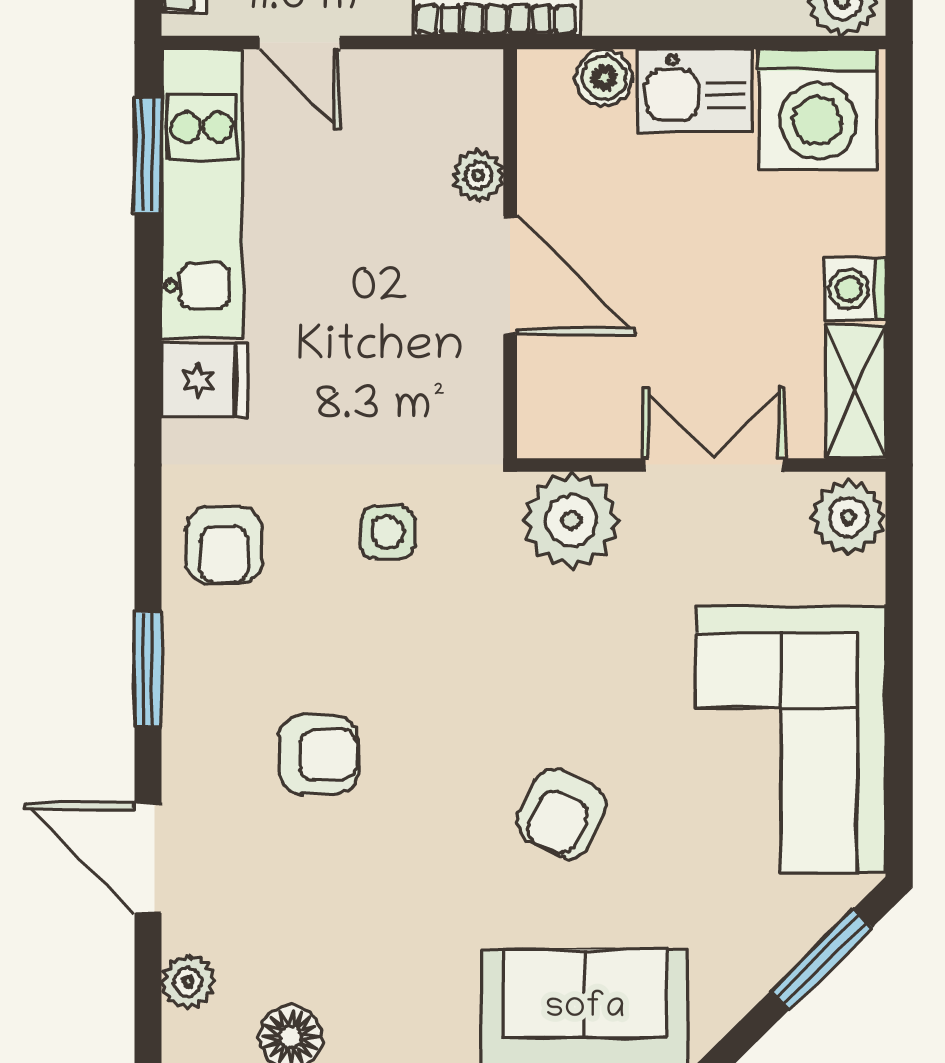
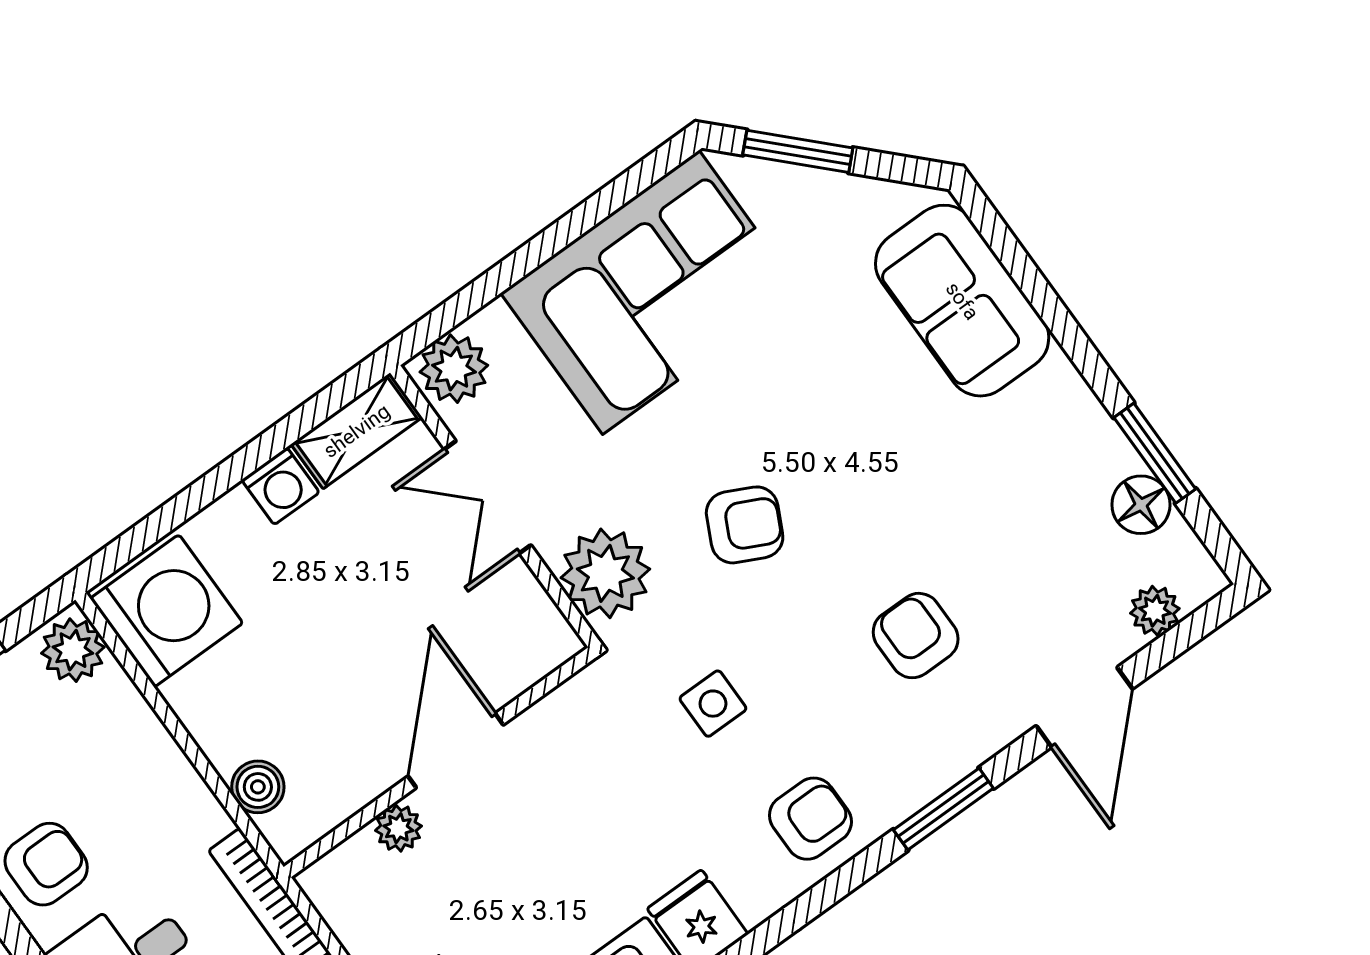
kitchen sink: (695, 91) -> (219, 712), removed
armchair: (562, 814) -> (745, 525), moved

